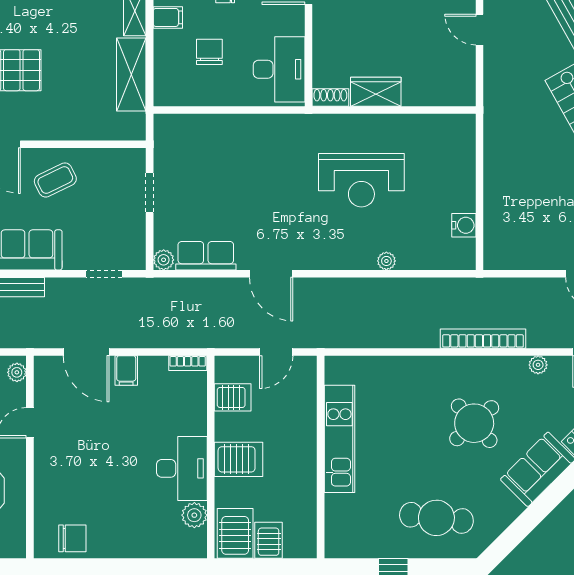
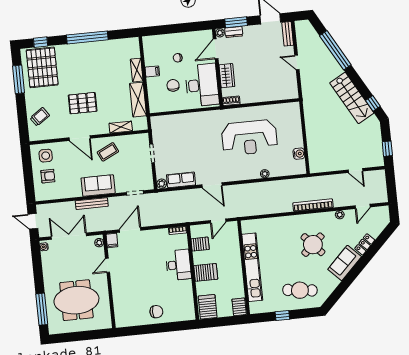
desk: (279, 69) -> (202, 85), width x1.36, depth x1.30
wardrobe: (376, 92) -> (227, 76), moved, turned 90
shelving: (88, 130) -> (121, 127), added
reception desk: (361, 180) -> (249, 138), width x1.36, depth x1.30
door: (86, 352) -> (130, 230), swing flipped
filing cabinet: (126, 371) -> (112, 240), moved
kitchen unit: (339, 439) -> (252, 267), width x1.36
desk: (182, 468) -> (178, 265), moved
plant: (194, 515) -> (188, 300), removed
chair: (72, 538) -> (156, 312), moved
server rack: (269, 540) -> (239, 307), moved

